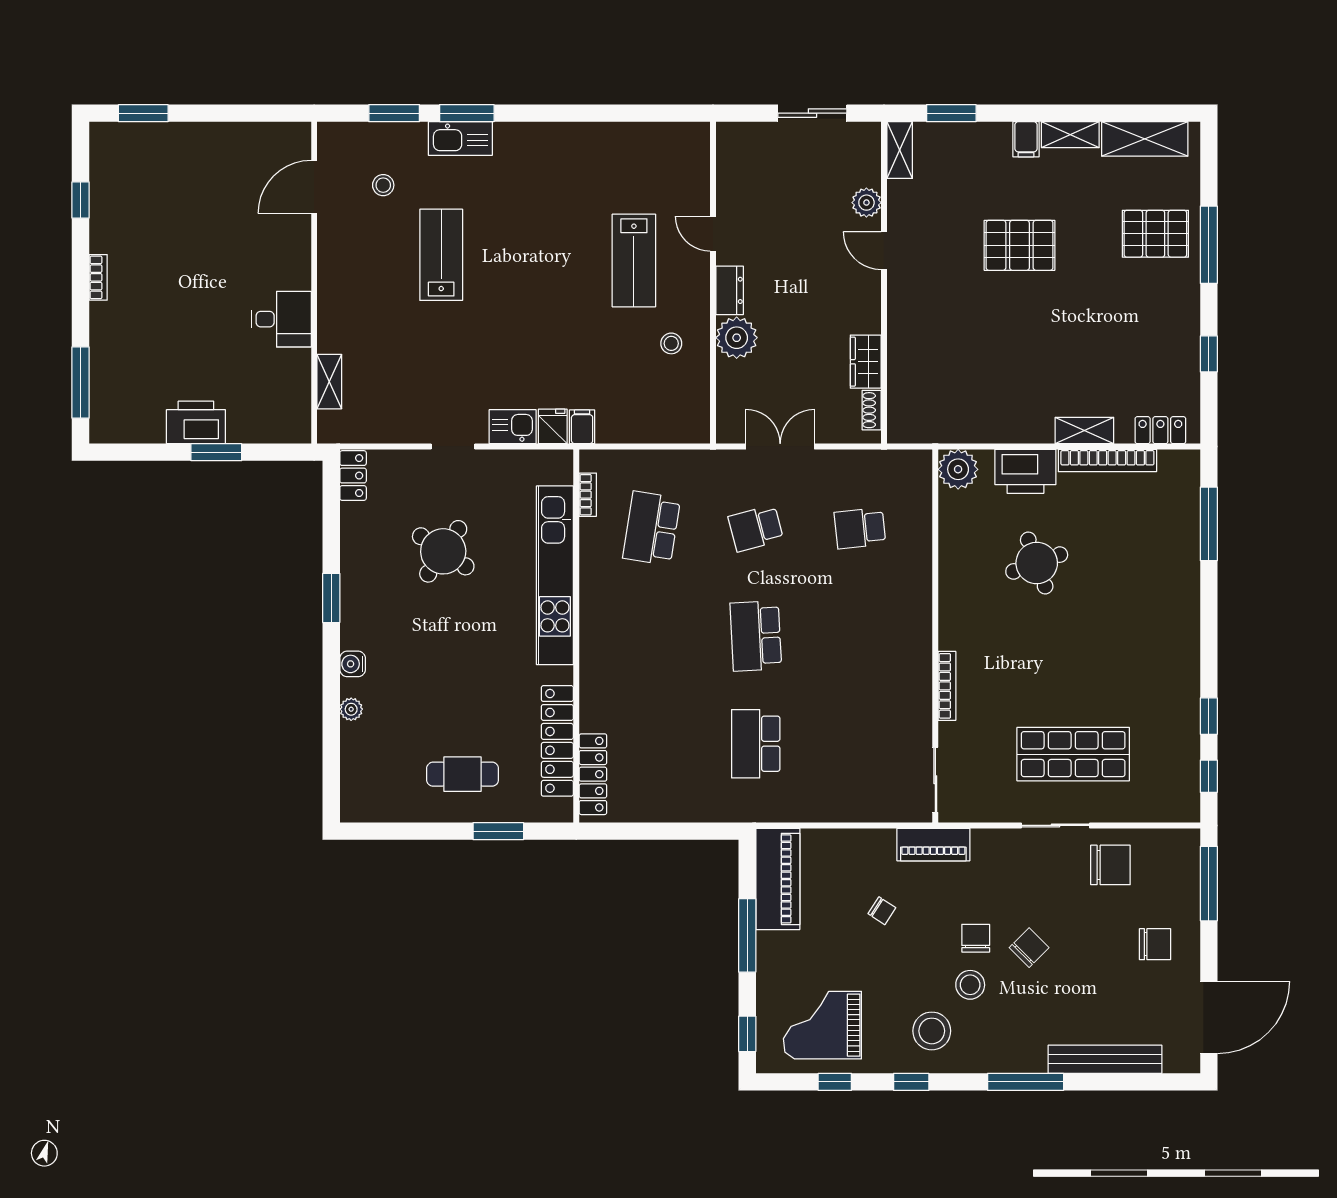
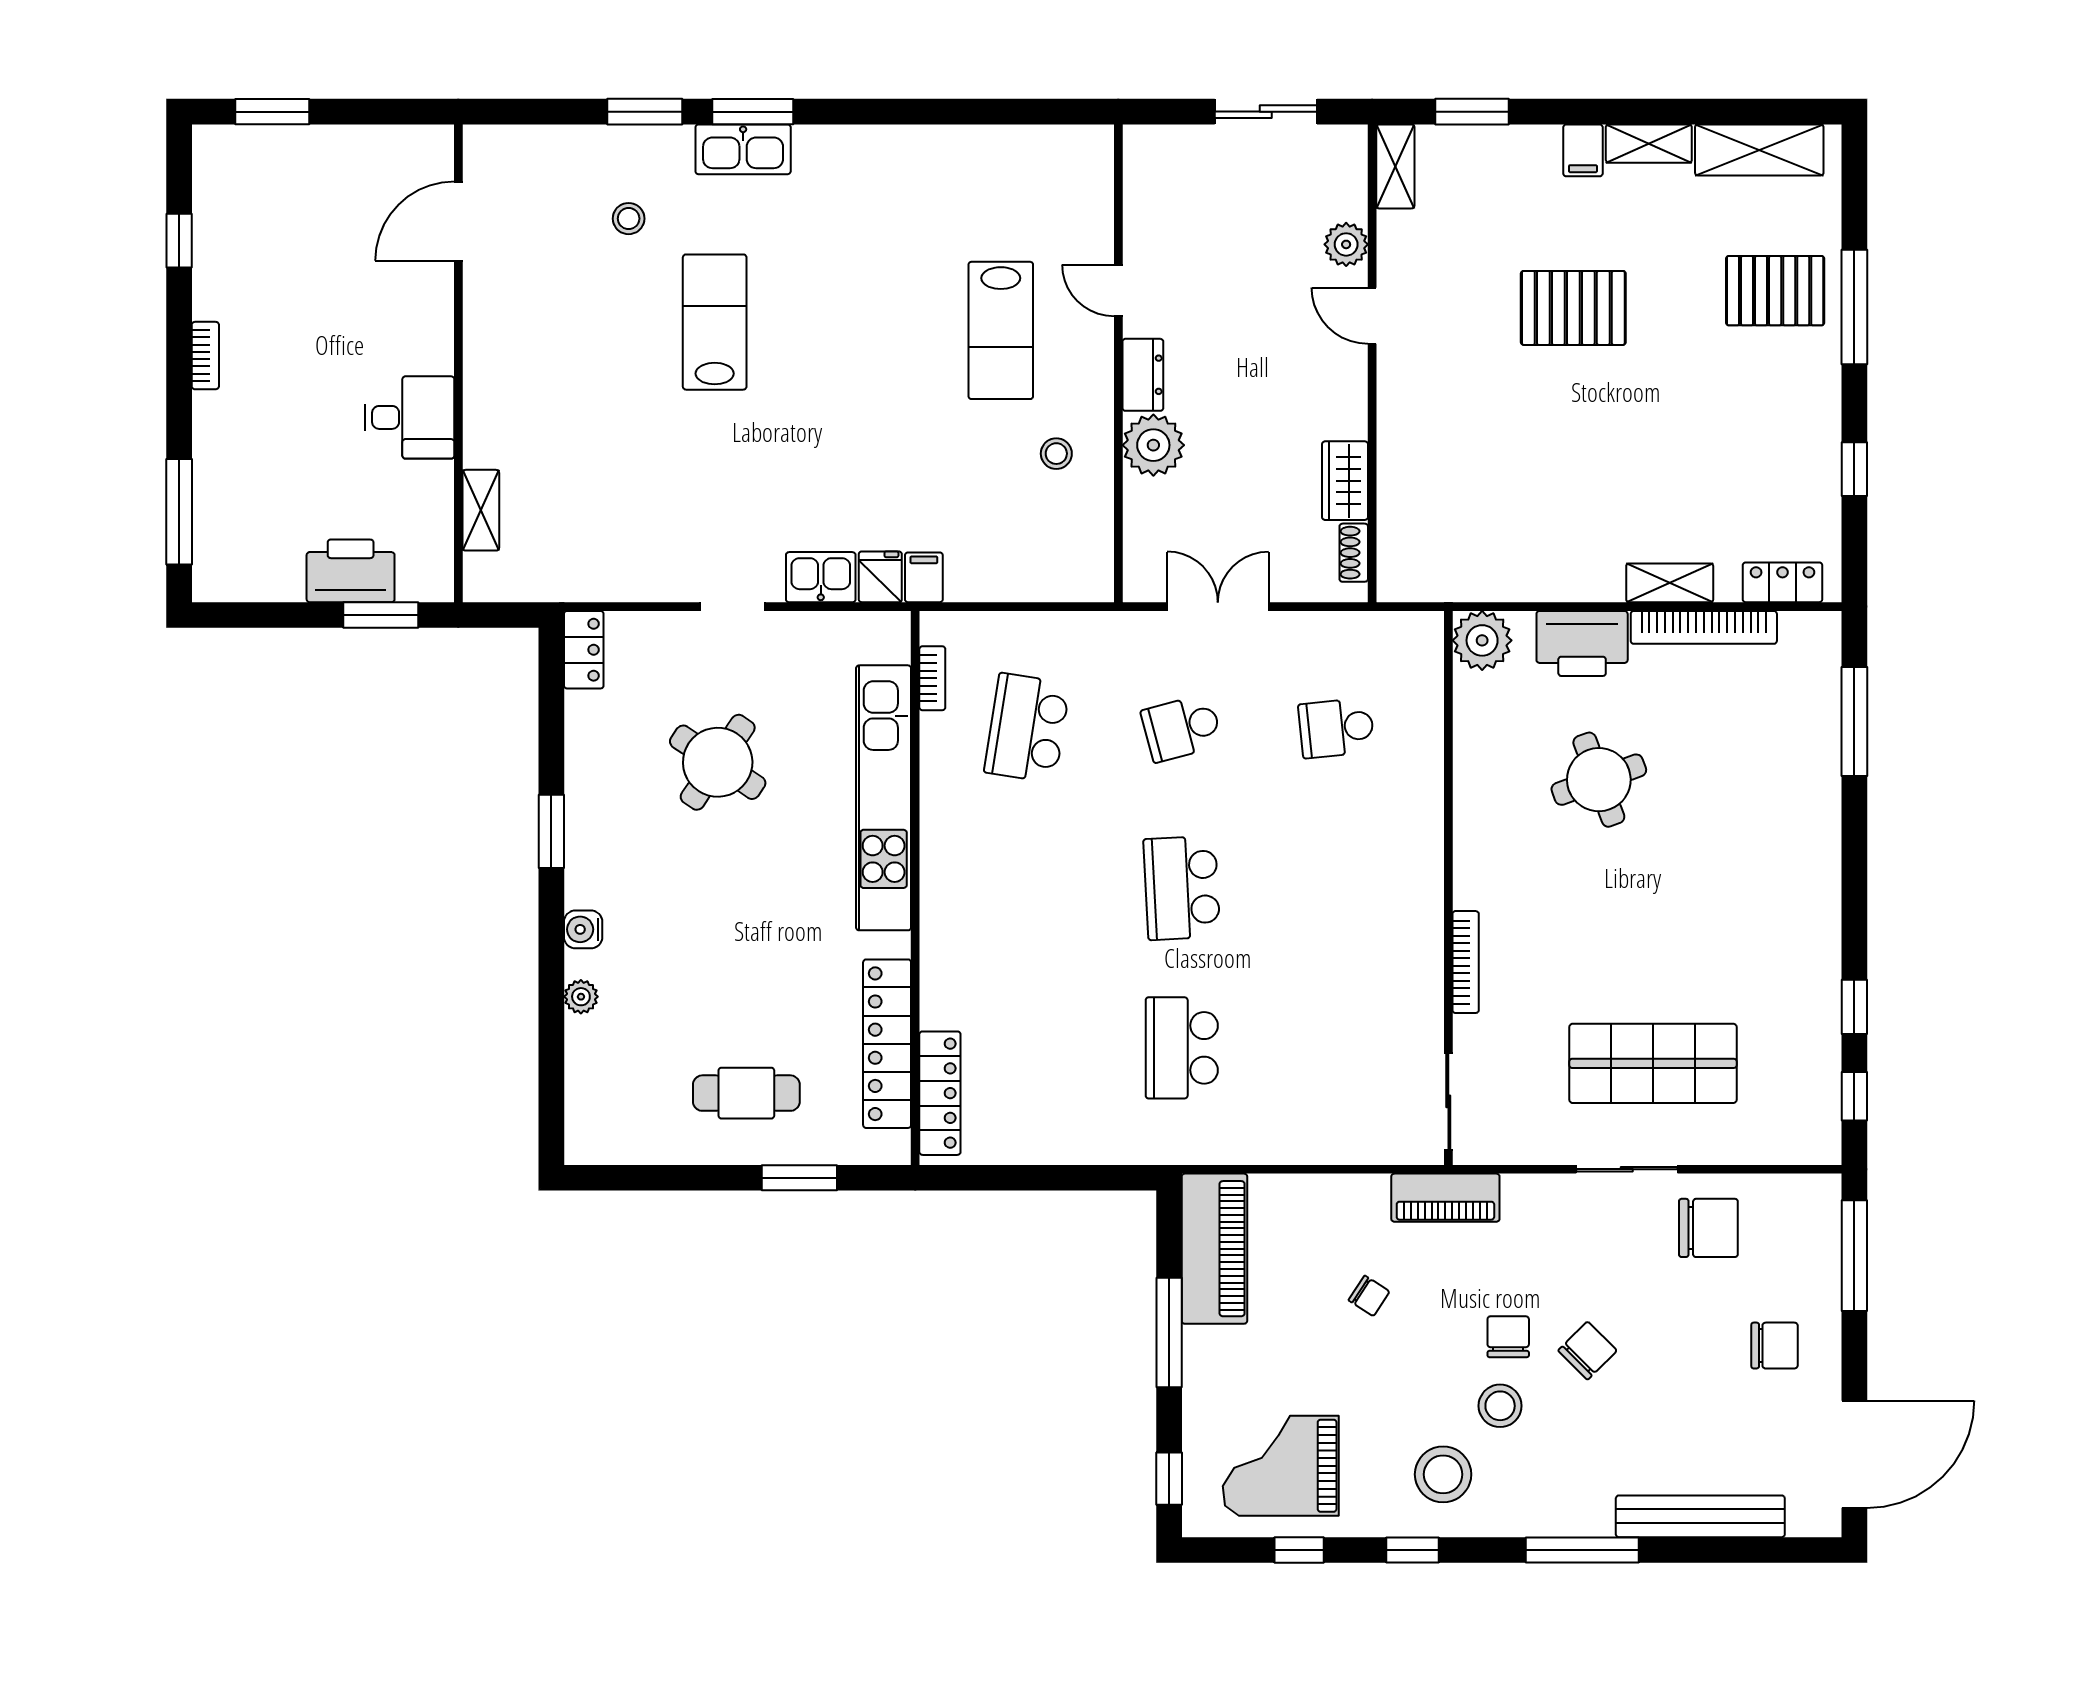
door: (314, 187) -> (458, 221), moved
wall: (314, 283) -> (458, 363), moved
desk: (281, 319) -> (410, 417), moved
shelving: (329, 382) -> (481, 510), moved

